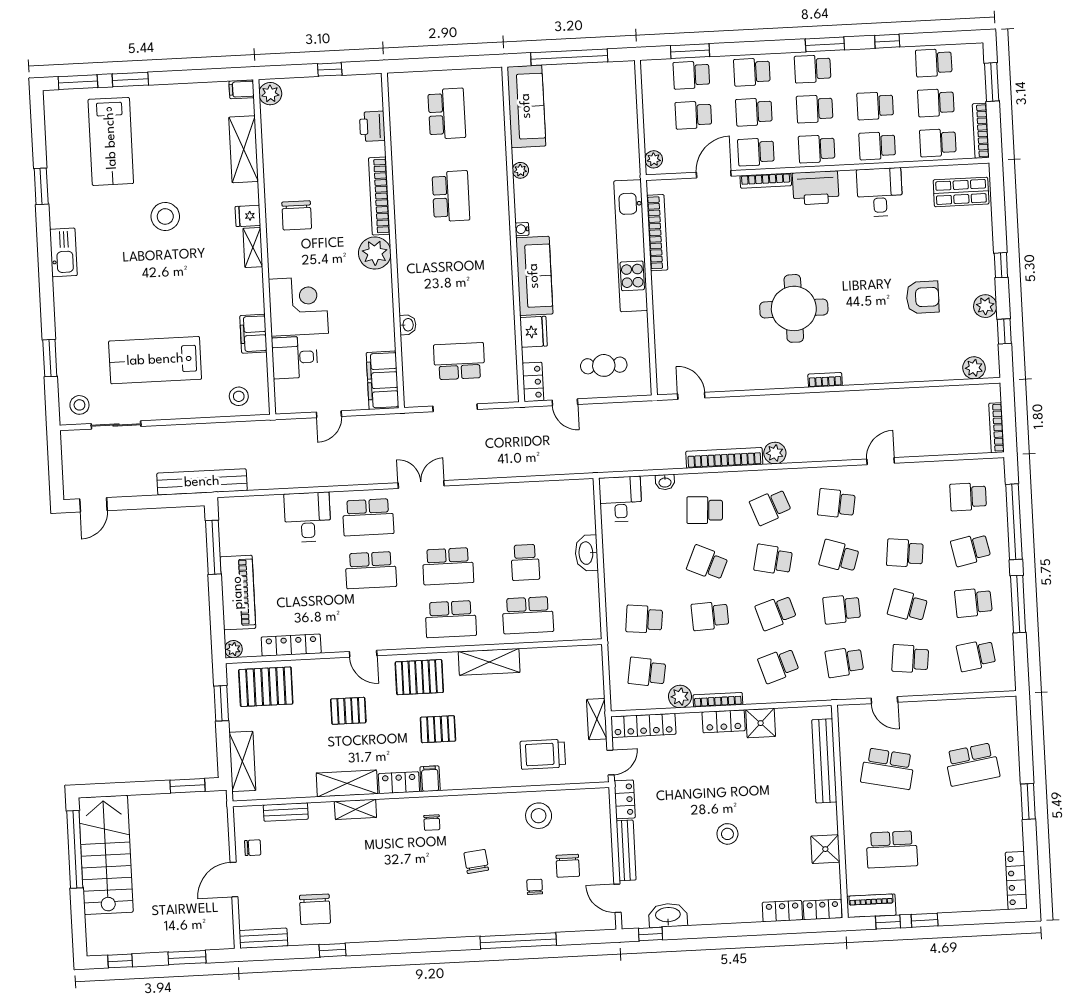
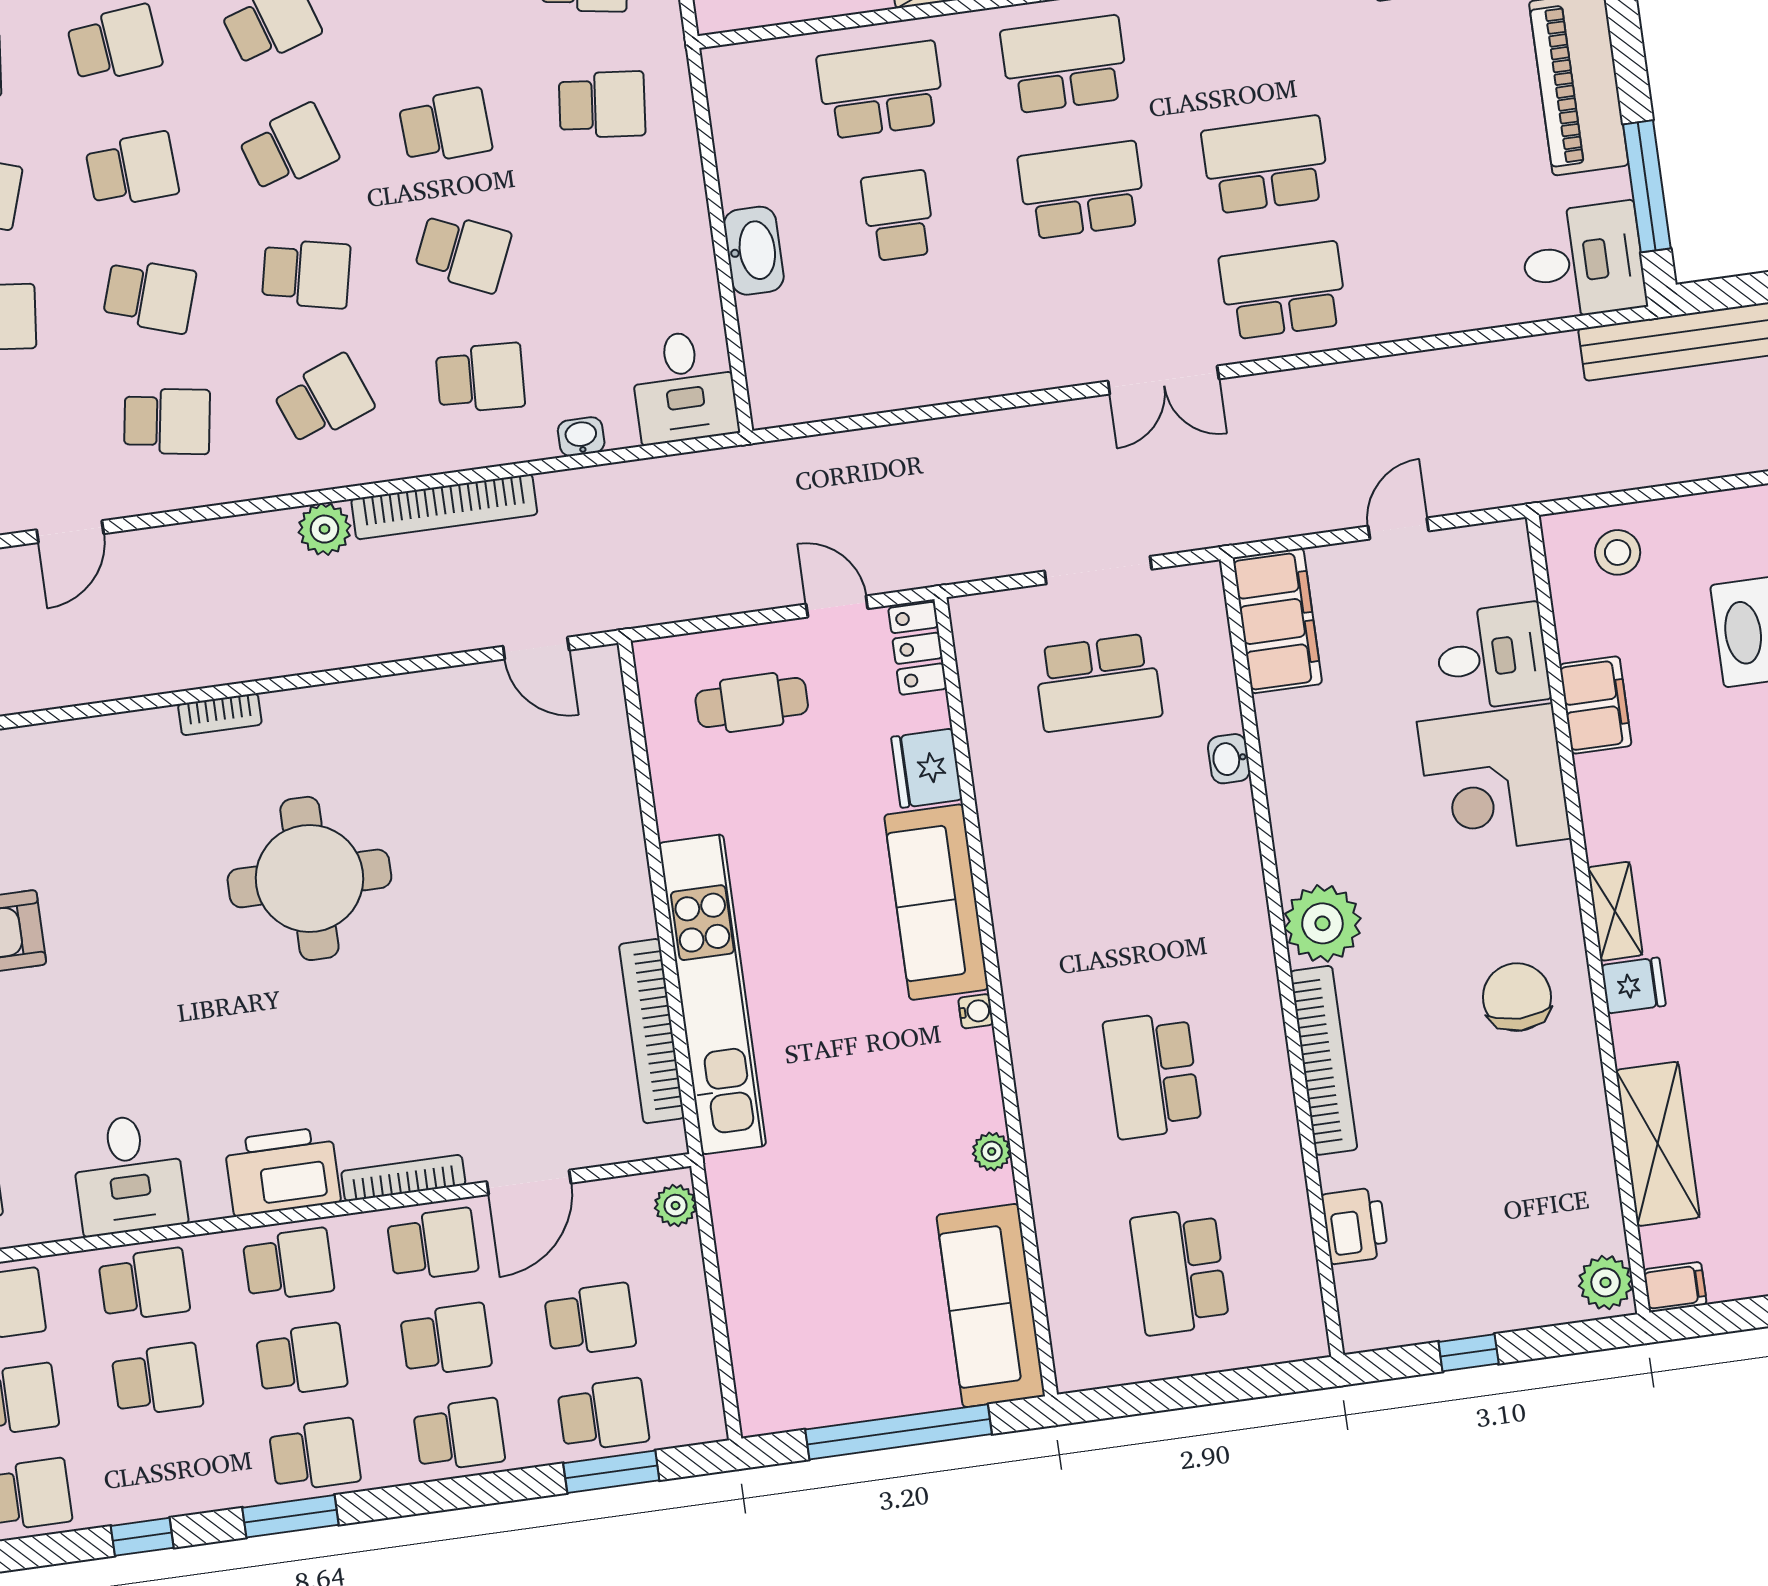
desk: (308, 517) -> (1583, 261), moved, turned -90

